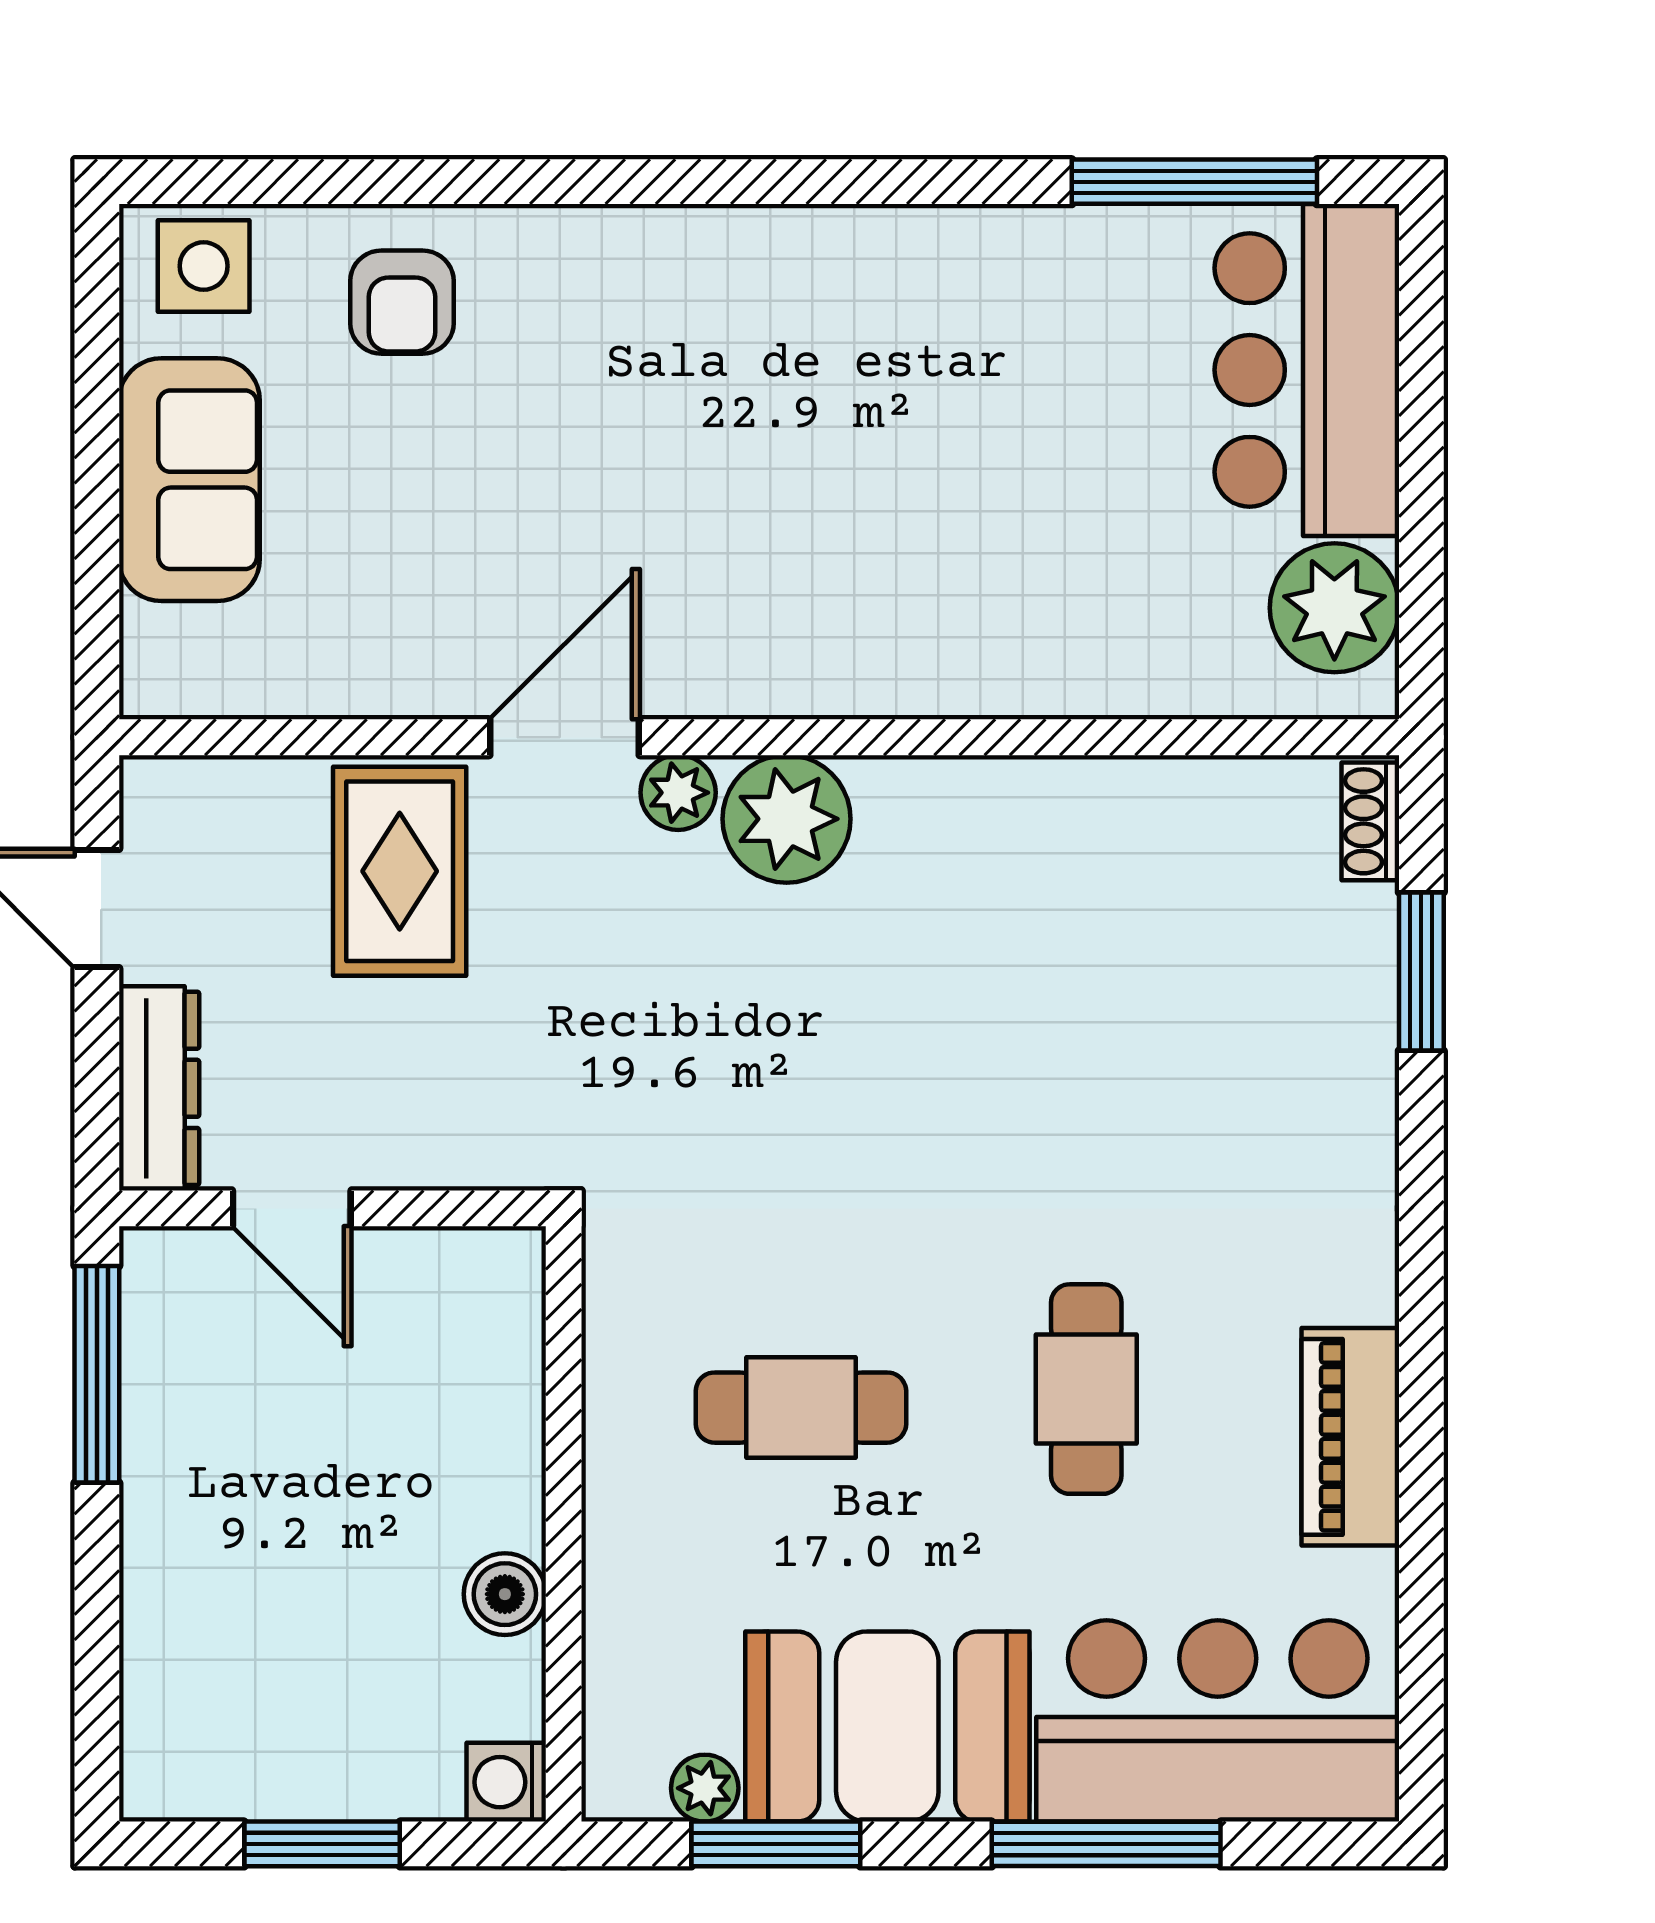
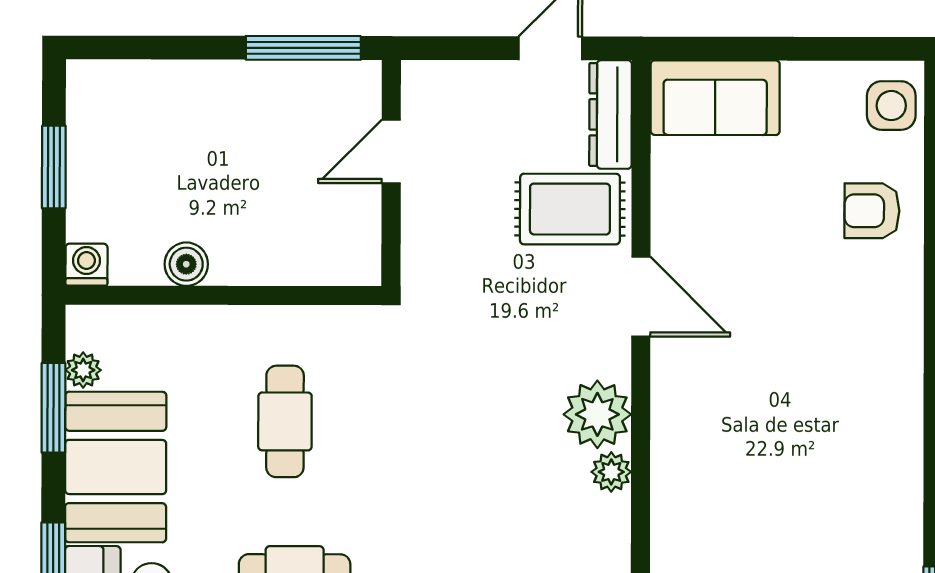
sofa: (189, 480) -> (715, 98), moved
plant: (678, 793) -> (611, 472), moved
dresser: (159, 1088) -> (611, 114), moved, turned 90

